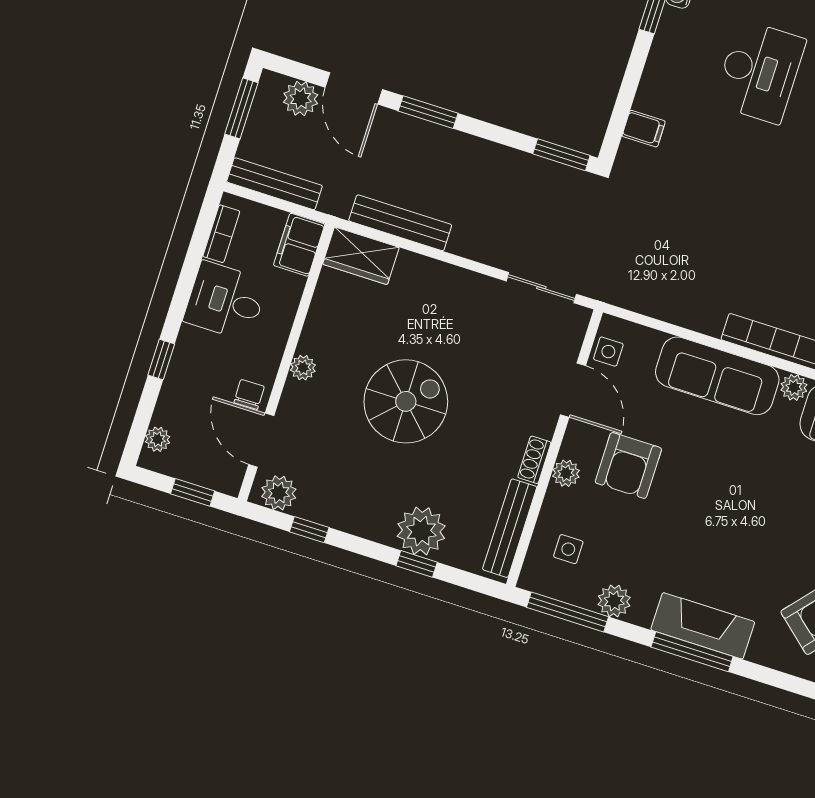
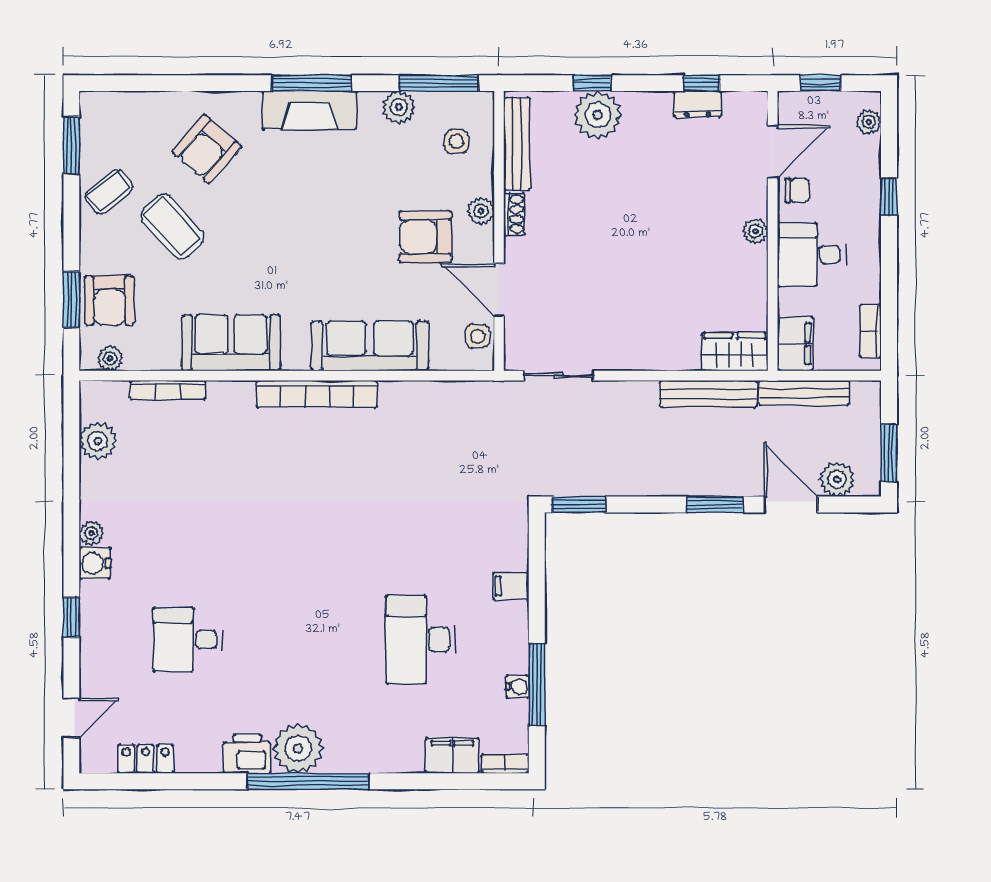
filing cabinet: (644, 129) -> (511, 586), moved
bench: (274, 184) -> (804, 393), moved
desk: (225, 301) -> (812, 255), moved, turned 180
plant: (794, 387) -> (295, 358), removed
chair: (249, 394) -> (797, 190), turned -89
spiral stairs: (406, 401) -> (650, 230), removed
door: (261, 440) -> (773, 152), hinge flipped
armchair: (628, 465) -> (426, 237), turned -90
plant: (279, 493) -> (741, 108), removed
dresser: (320, 510) -> (698, 104), added

